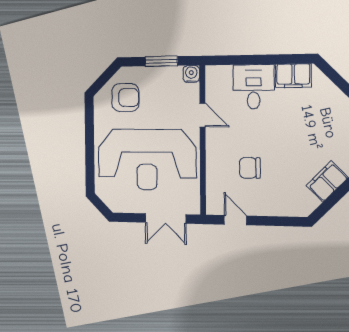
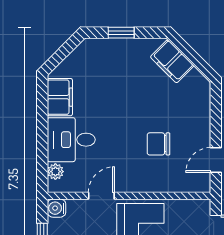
plant: (224, 72) -> (55, 172), added
chair: (250, 168) -> (159, 144), turned 90

